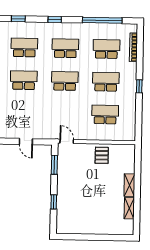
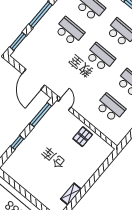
door: (26, 142) -> (33, 79), width x1.87
window: (54, 165) -> (41, 115), width x1.44
shelving: (129, 185) -> (85, 177), removed

